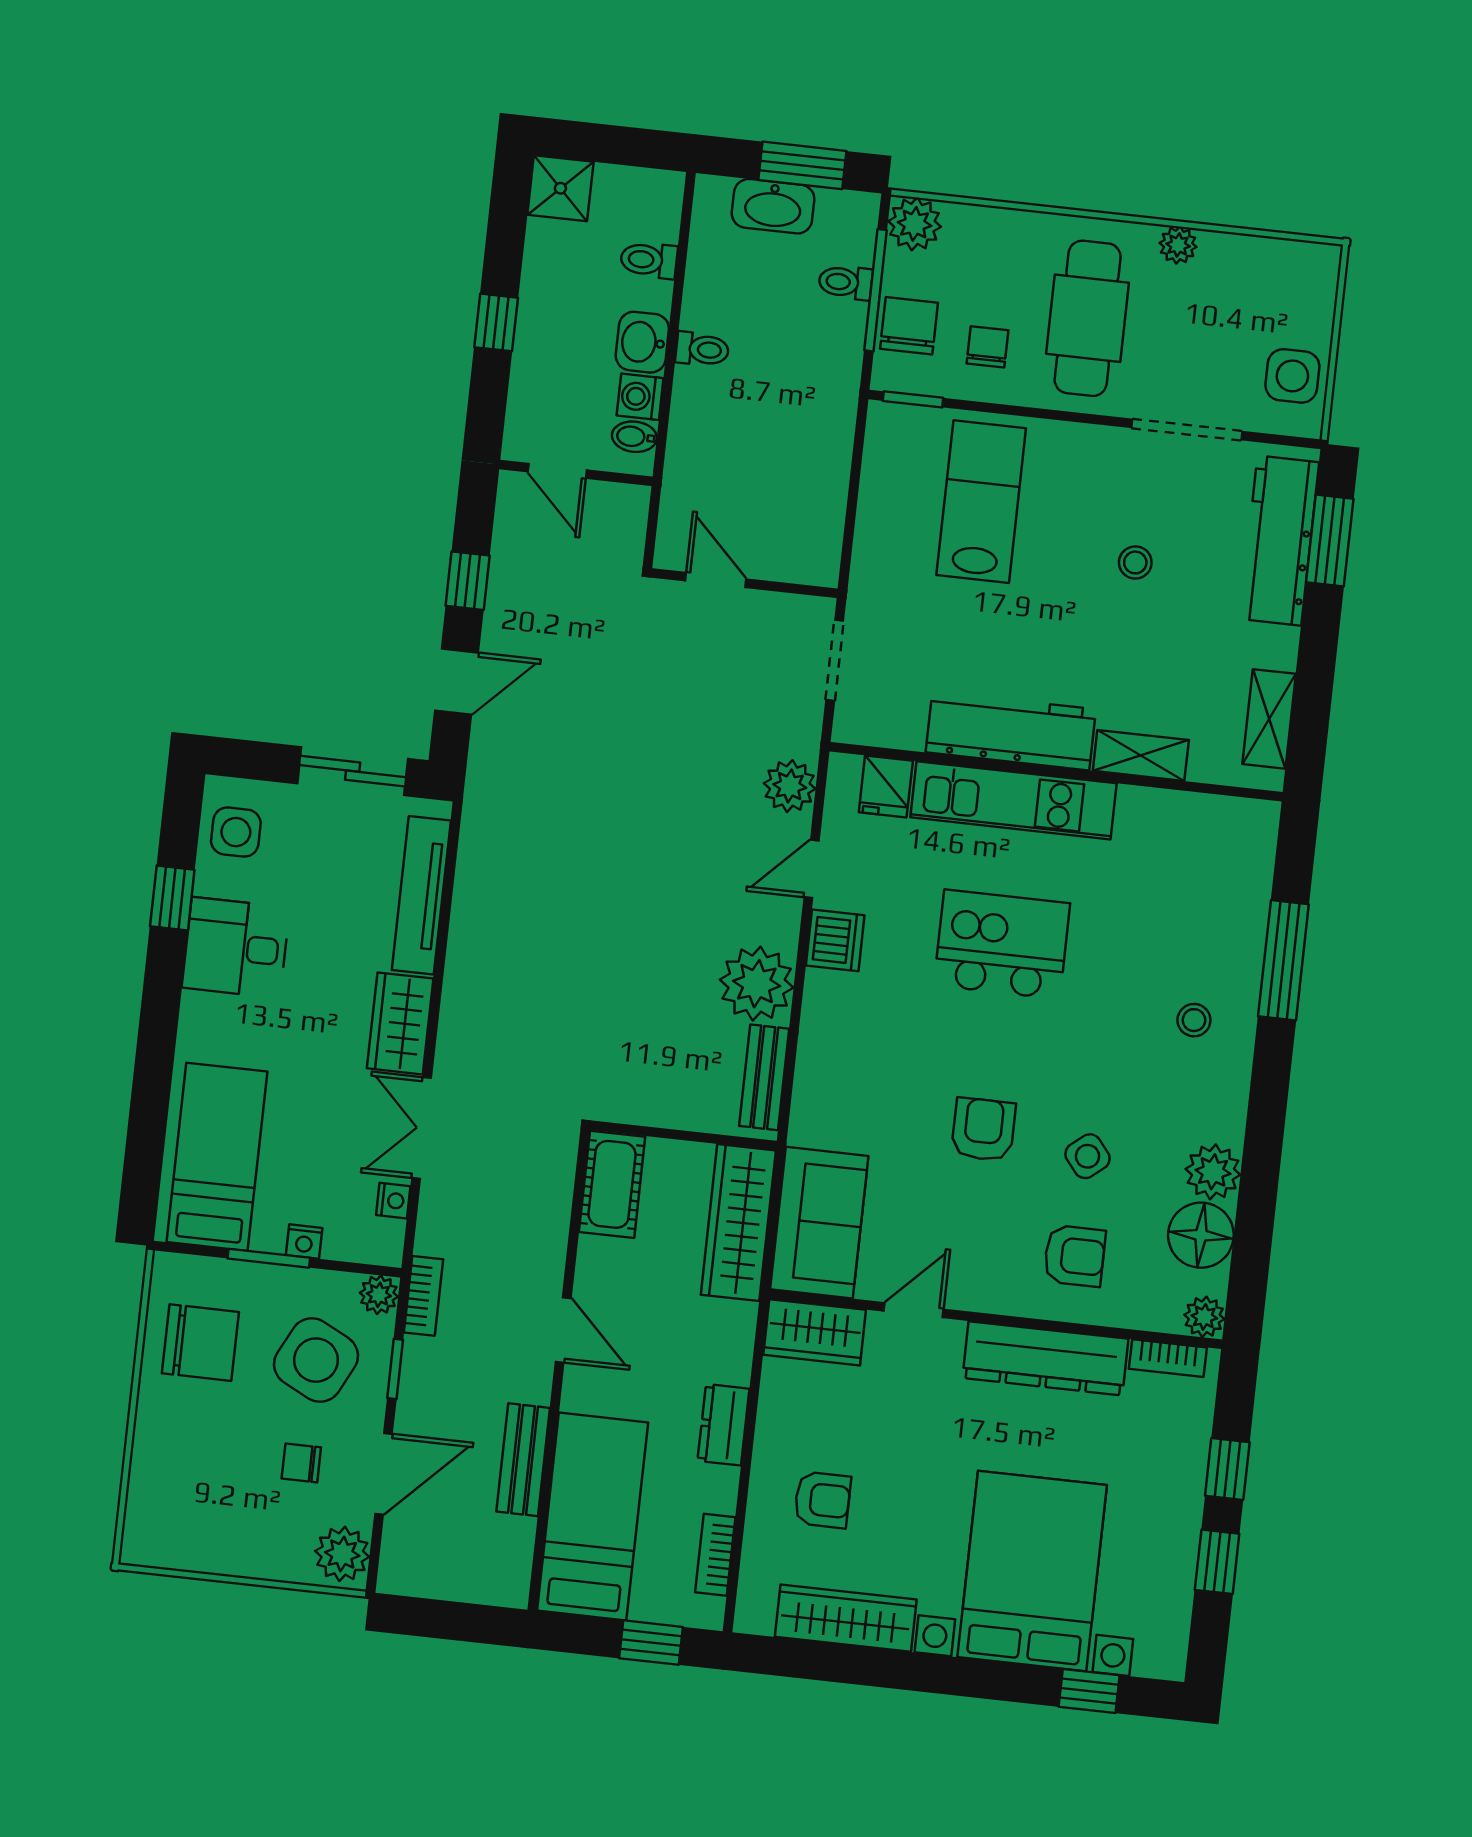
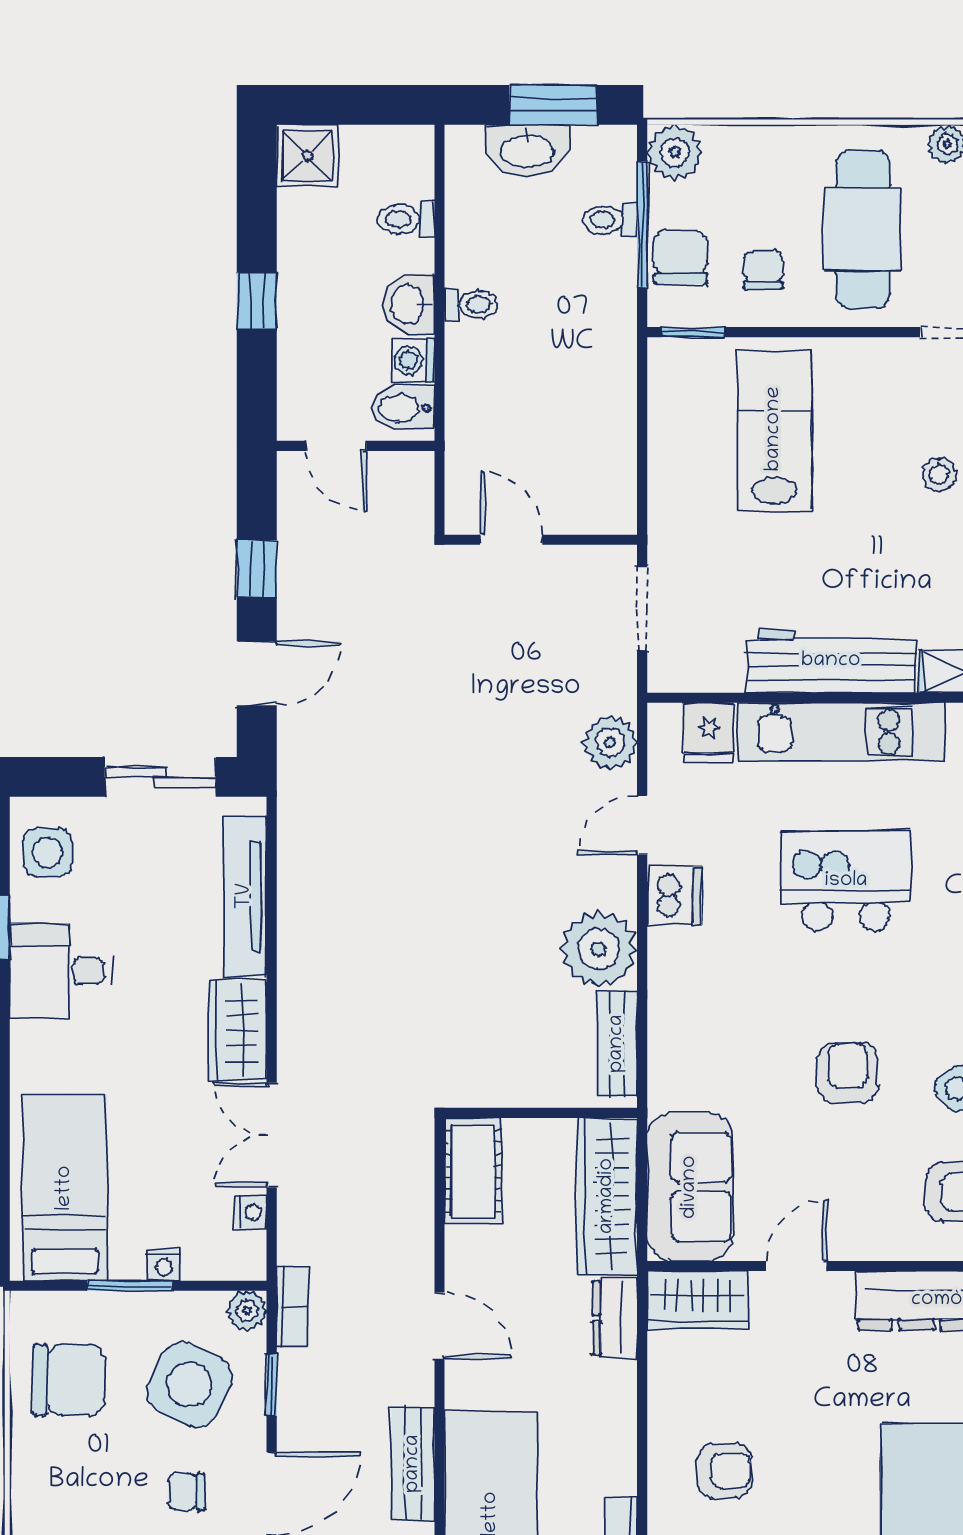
bidet: (634, 437) -> (403, 408), width x1.38, depth x1.36
dresser: (723, 1425) -> (615, 1318), moved

